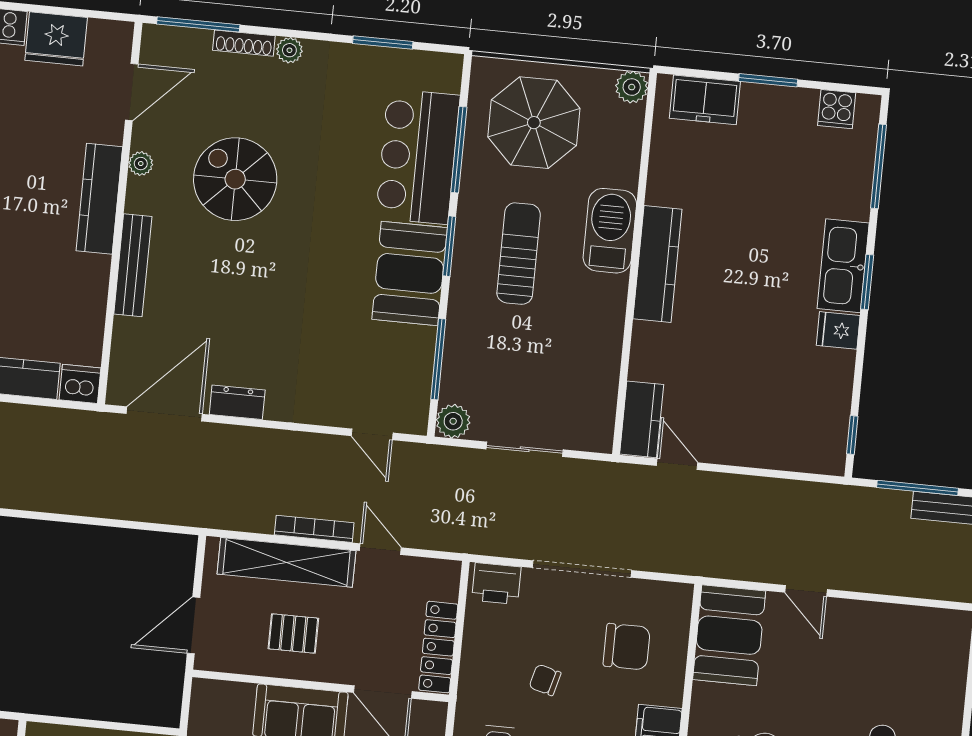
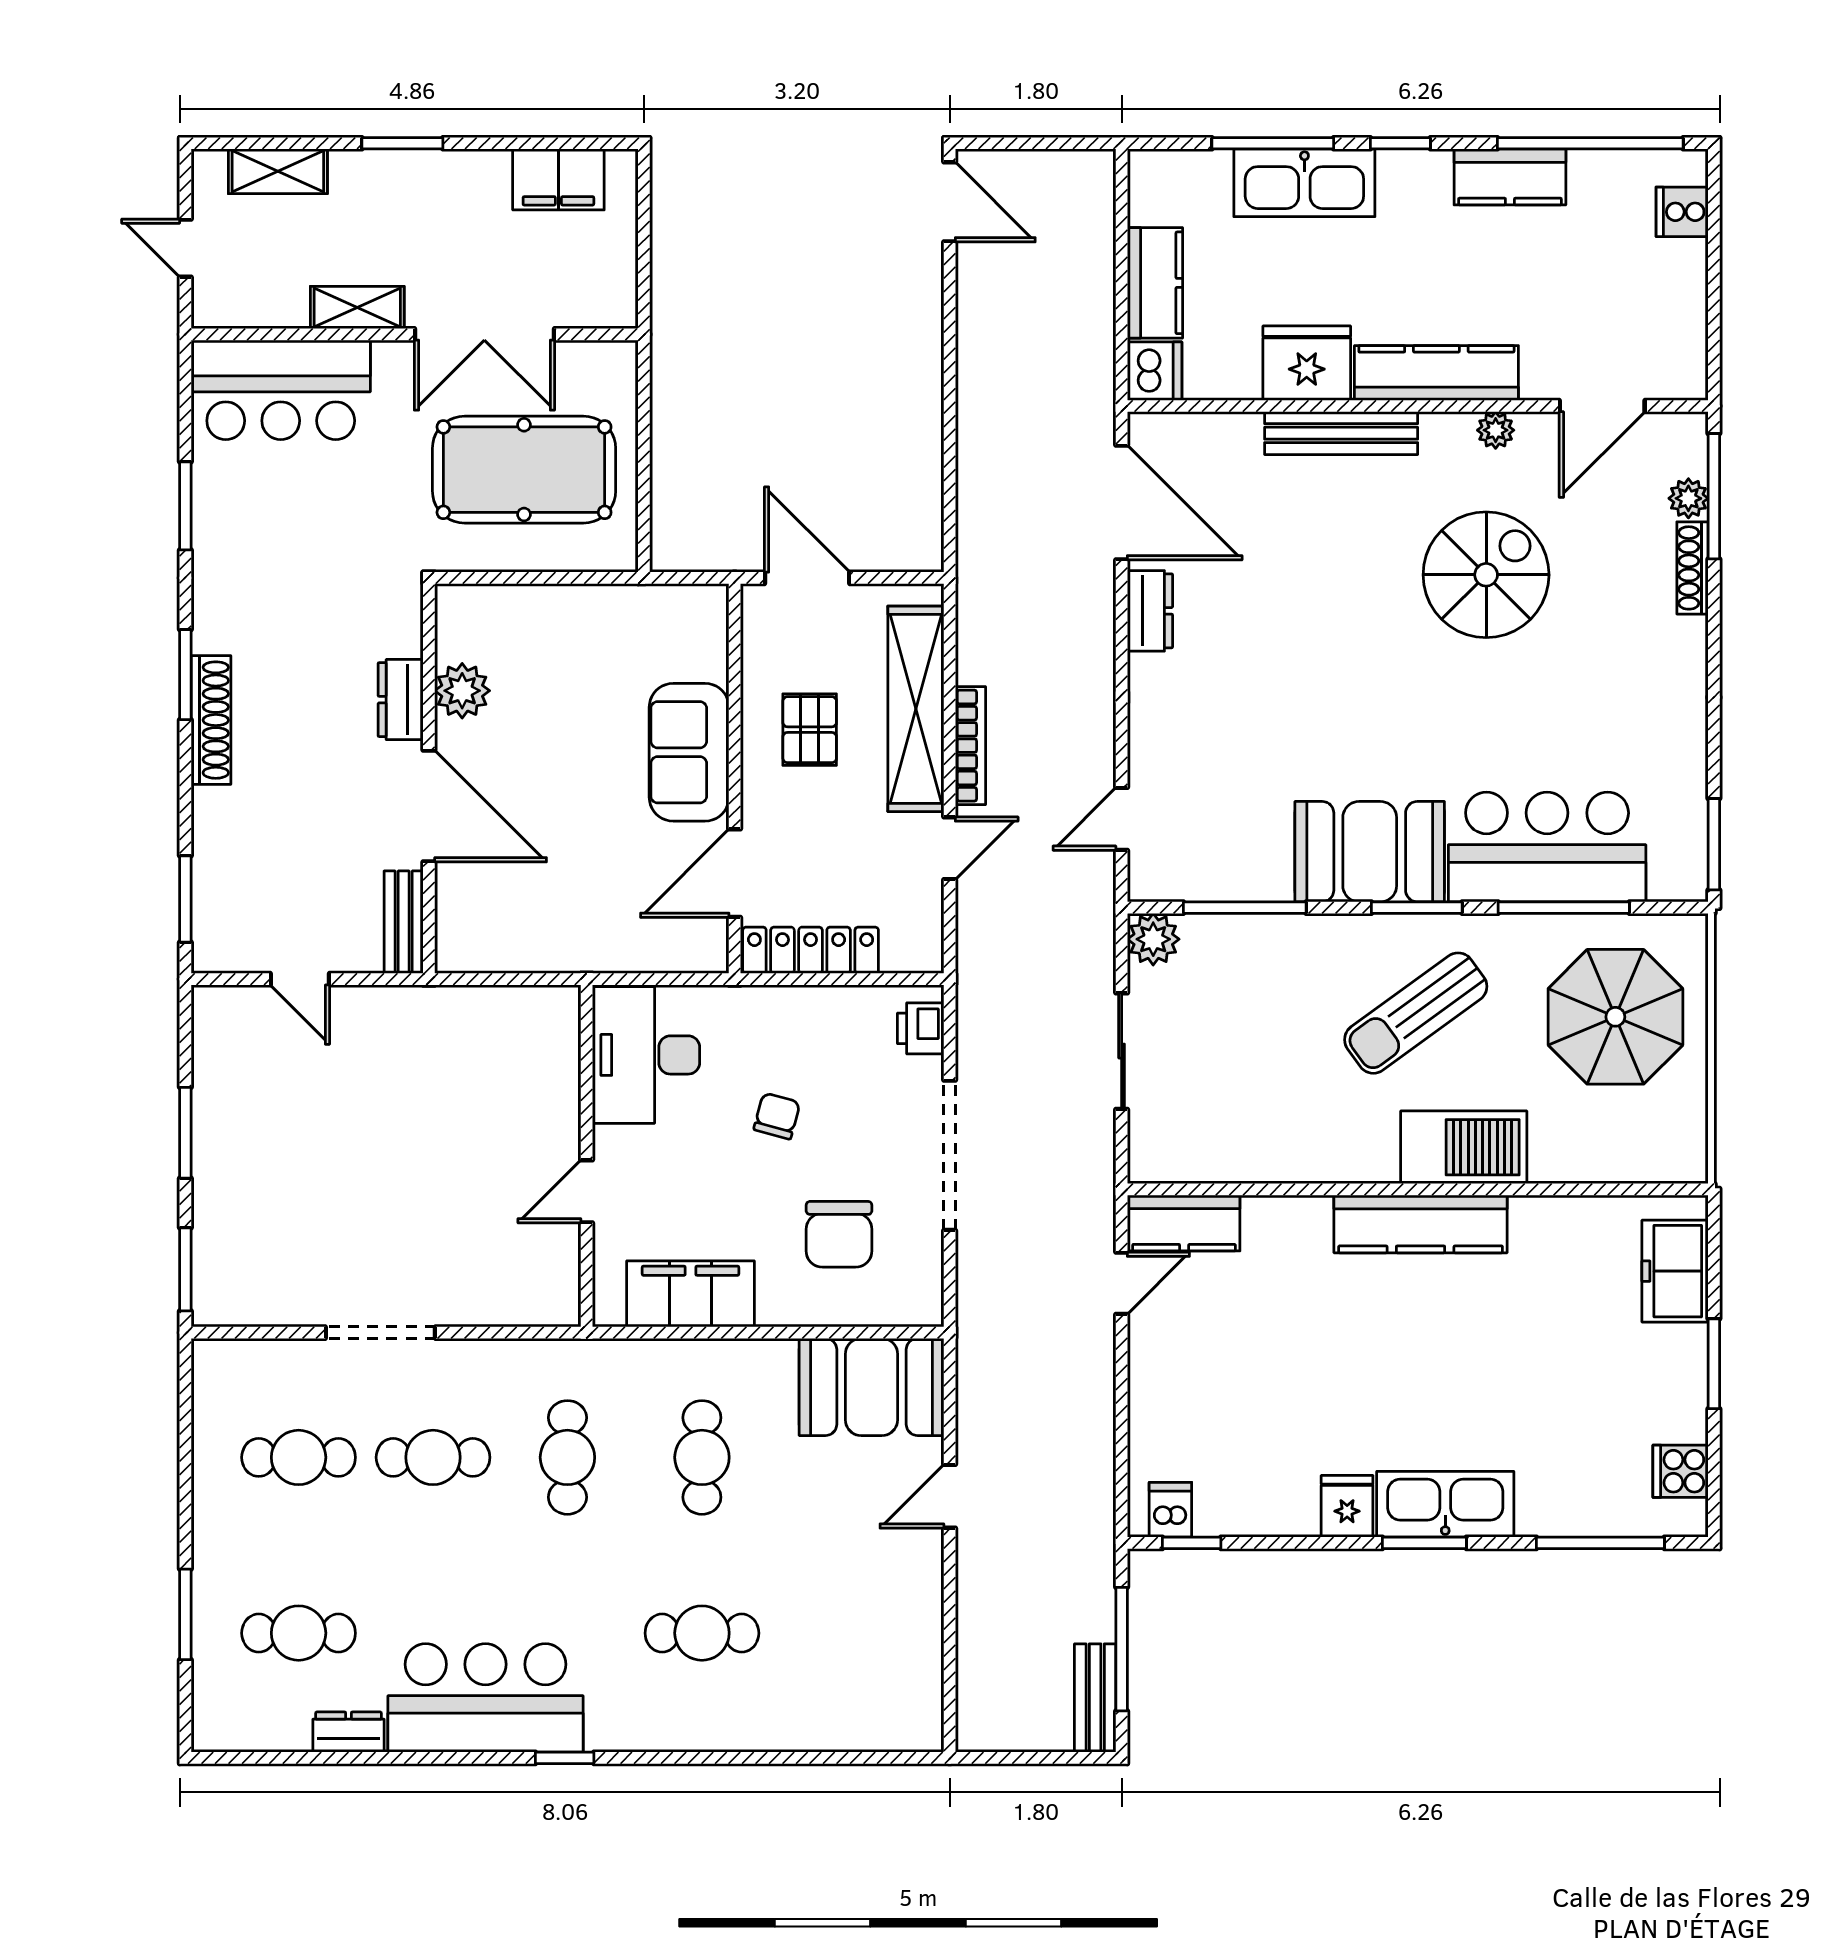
fridge: (56, 39) -> (1307, 363), moved, turned 90
window: (383, 42) -> (1714, 844), moved
plant: (289, 50) -> (1688, 498), moved
plant: (632, 87) -> (1683, 1159), removed
door: (132, 92) -> (1602, 406), hinge flipped
sun lounger: (519, 254) -> (1416, 1013), turned 144
dishwasher: (829, 447) -> (1170, 1510), added
printer: (496, 583) -> (921, 1028), width x0.73, depth x0.81

